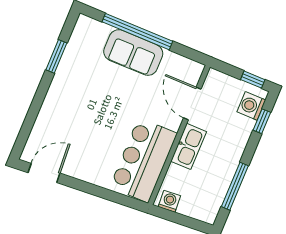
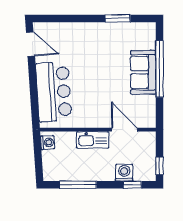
door: (192, 103) -> (124, 130), hinge flipped
washing machine: (251, 106) -> (124, 173), moved
bar counter: (143, 160) -> (54, 92), moved, turned 86

